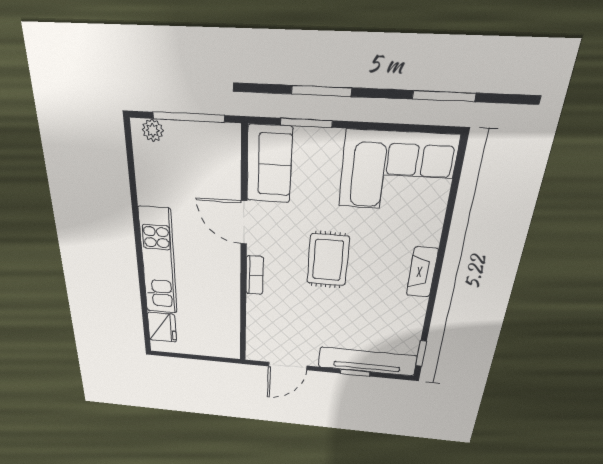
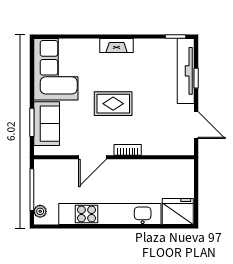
sofa: (269, 164) -> (47, 124), moved, turned 90
kitchen unit: (158, 262) -> (110, 214), width x1.36
fridge: (162, 327) -> (178, 211), width x1.36, depth x1.34

